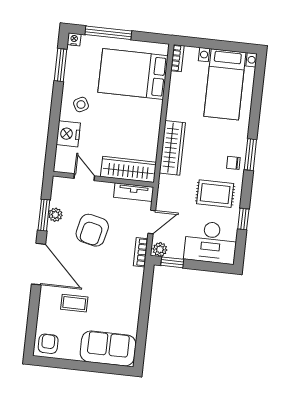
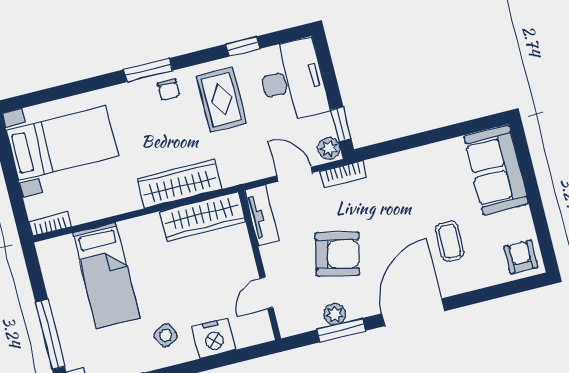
bed: (133, 74) -> (106, 275), width x0.67
wardrobe: (128, 169) -> (202, 217), moved, turned -90
armchair: (48, 344) -> (521, 257), turned 90

